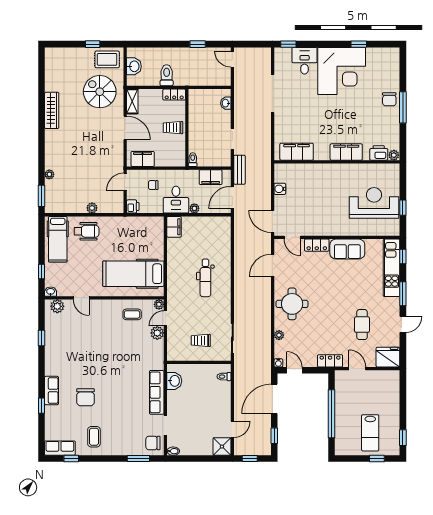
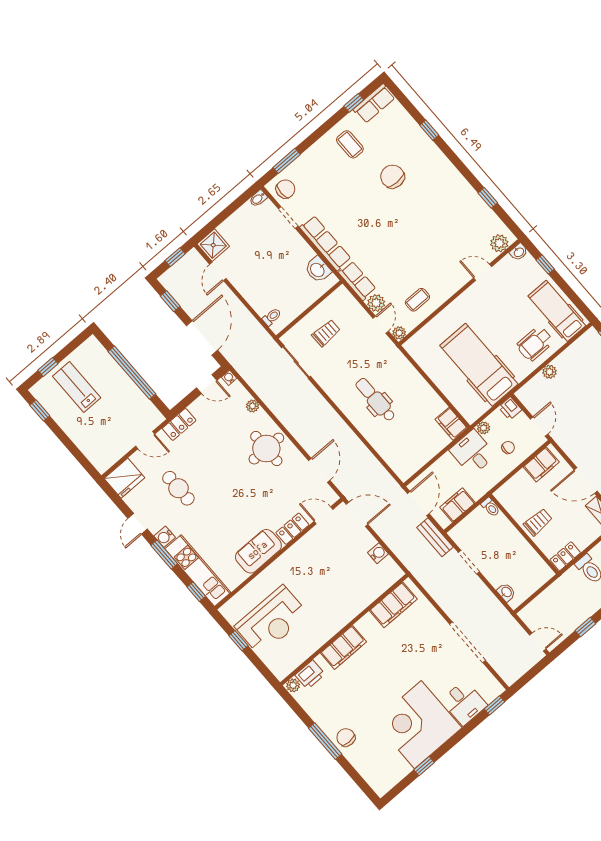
plant: (194, 208) -> (484, 428), moved
hospital bed: (133, 274) -> (479, 365), moved, turned -90
water cooler: (394, 304) -> (165, 537), added
row of seats: (51, 391) -> (357, 281), moved, turned 180

